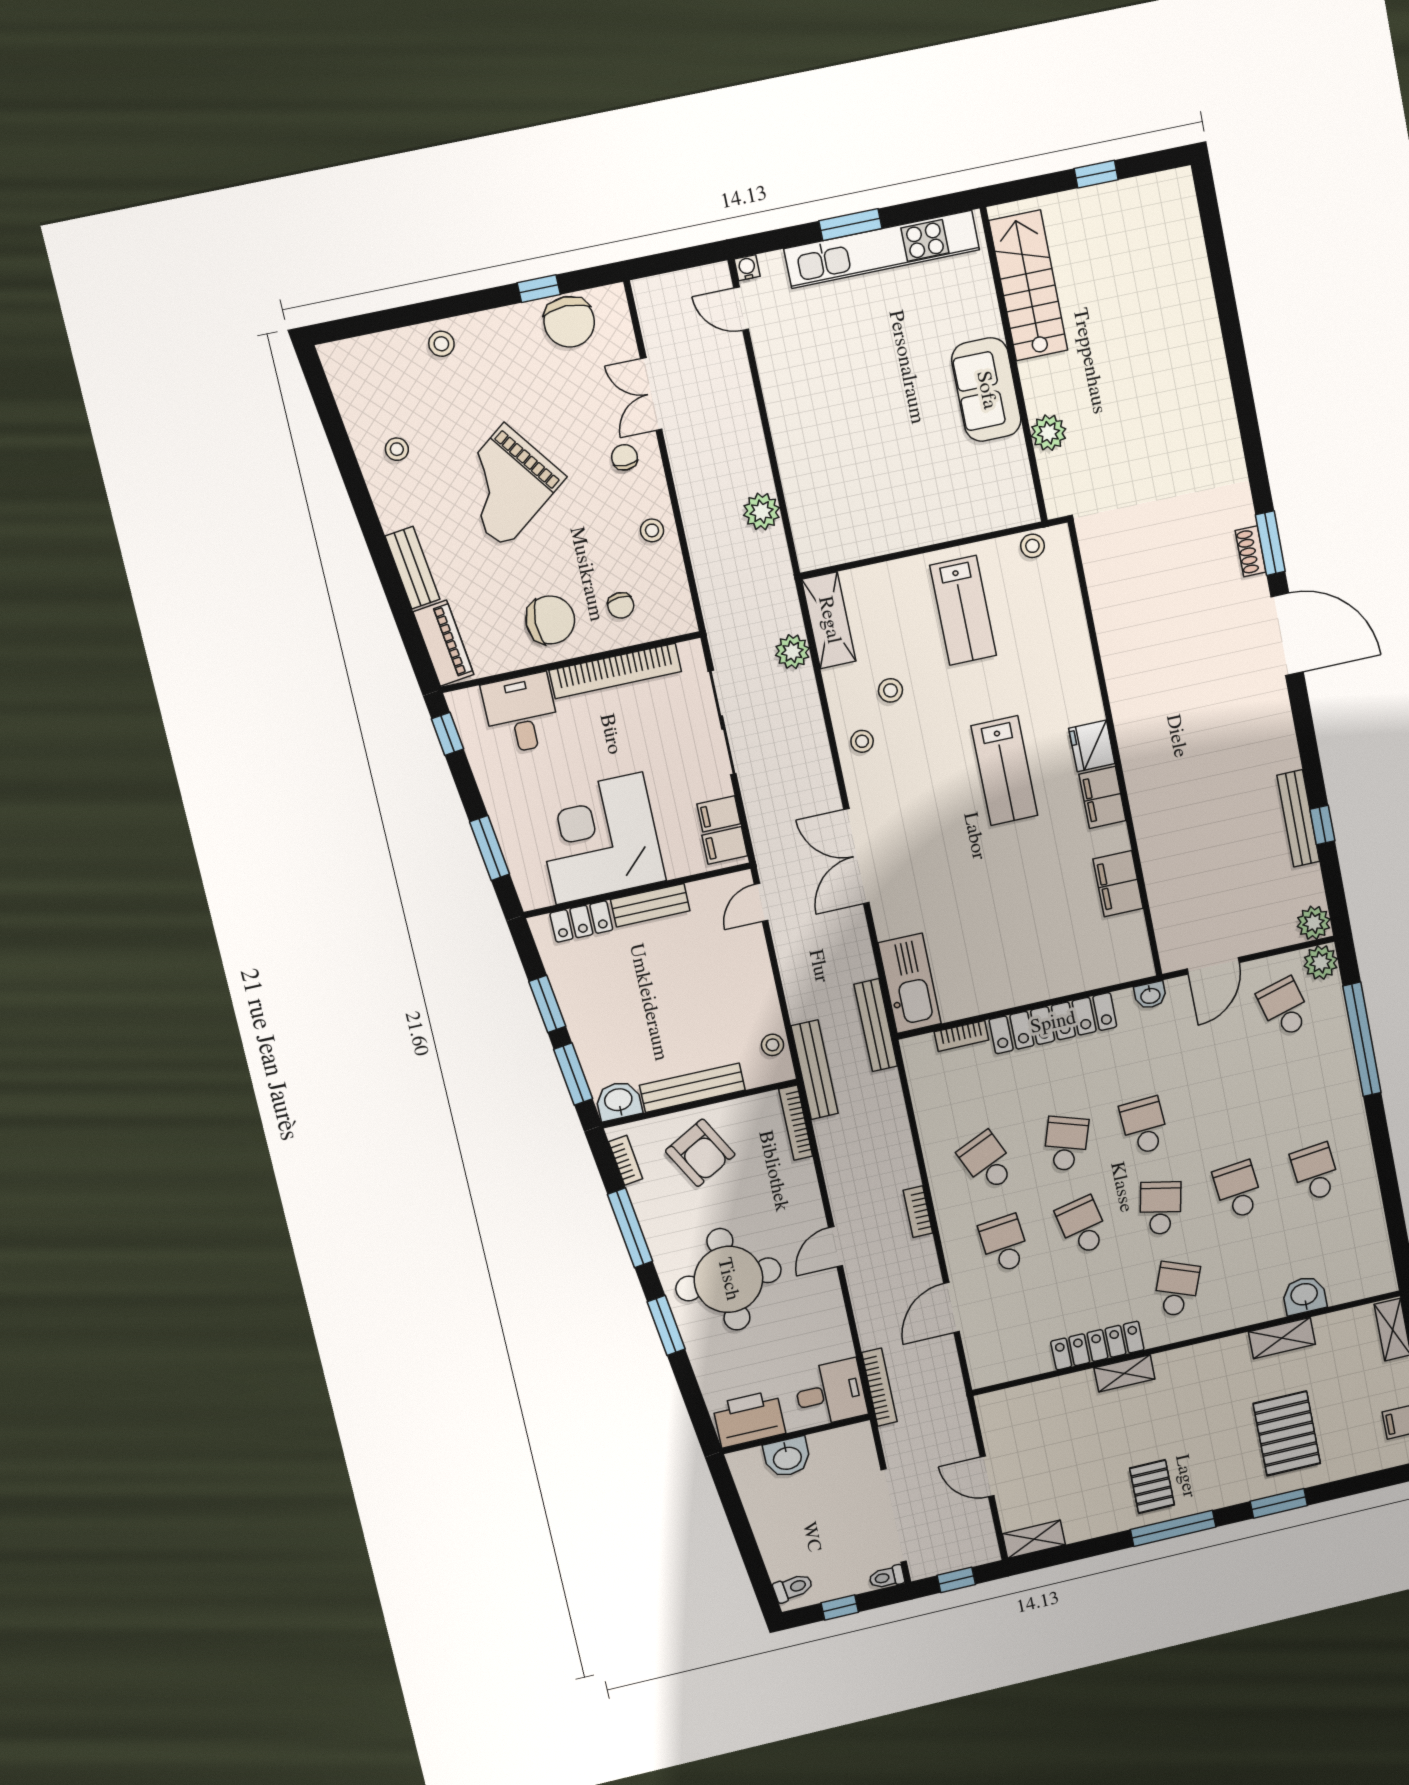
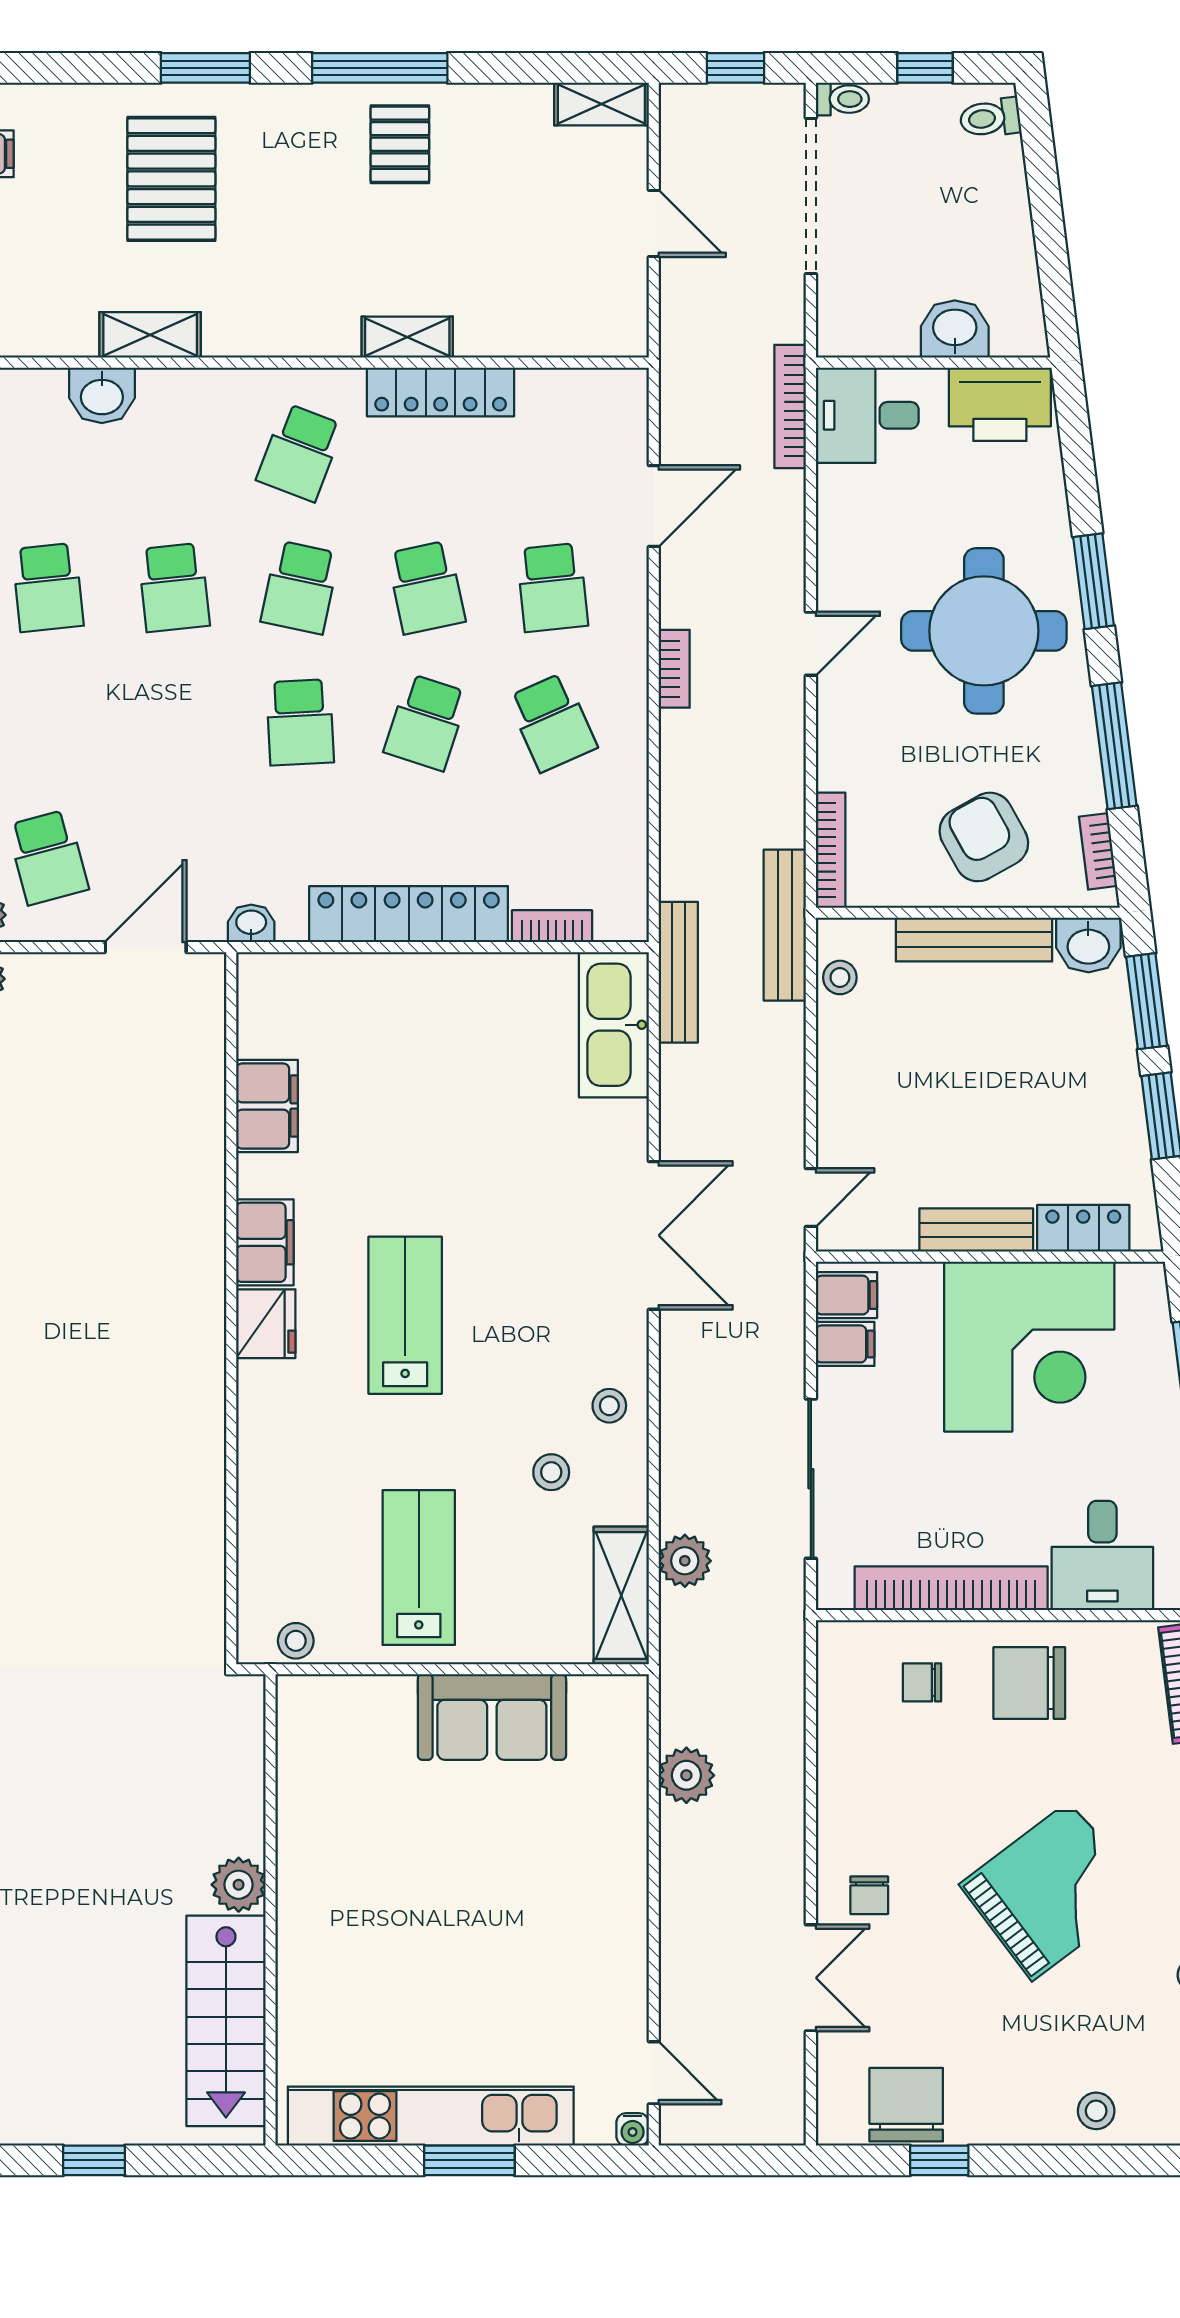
sofa: (986, 390) -> (492, 1717), moved, turned 90
plant: (1049, 433) -> (239, 1885), moved
stool: (652, 530) -> (852, 1782), removed
chair: (621, 605) -> (922, 1682), turned -85

